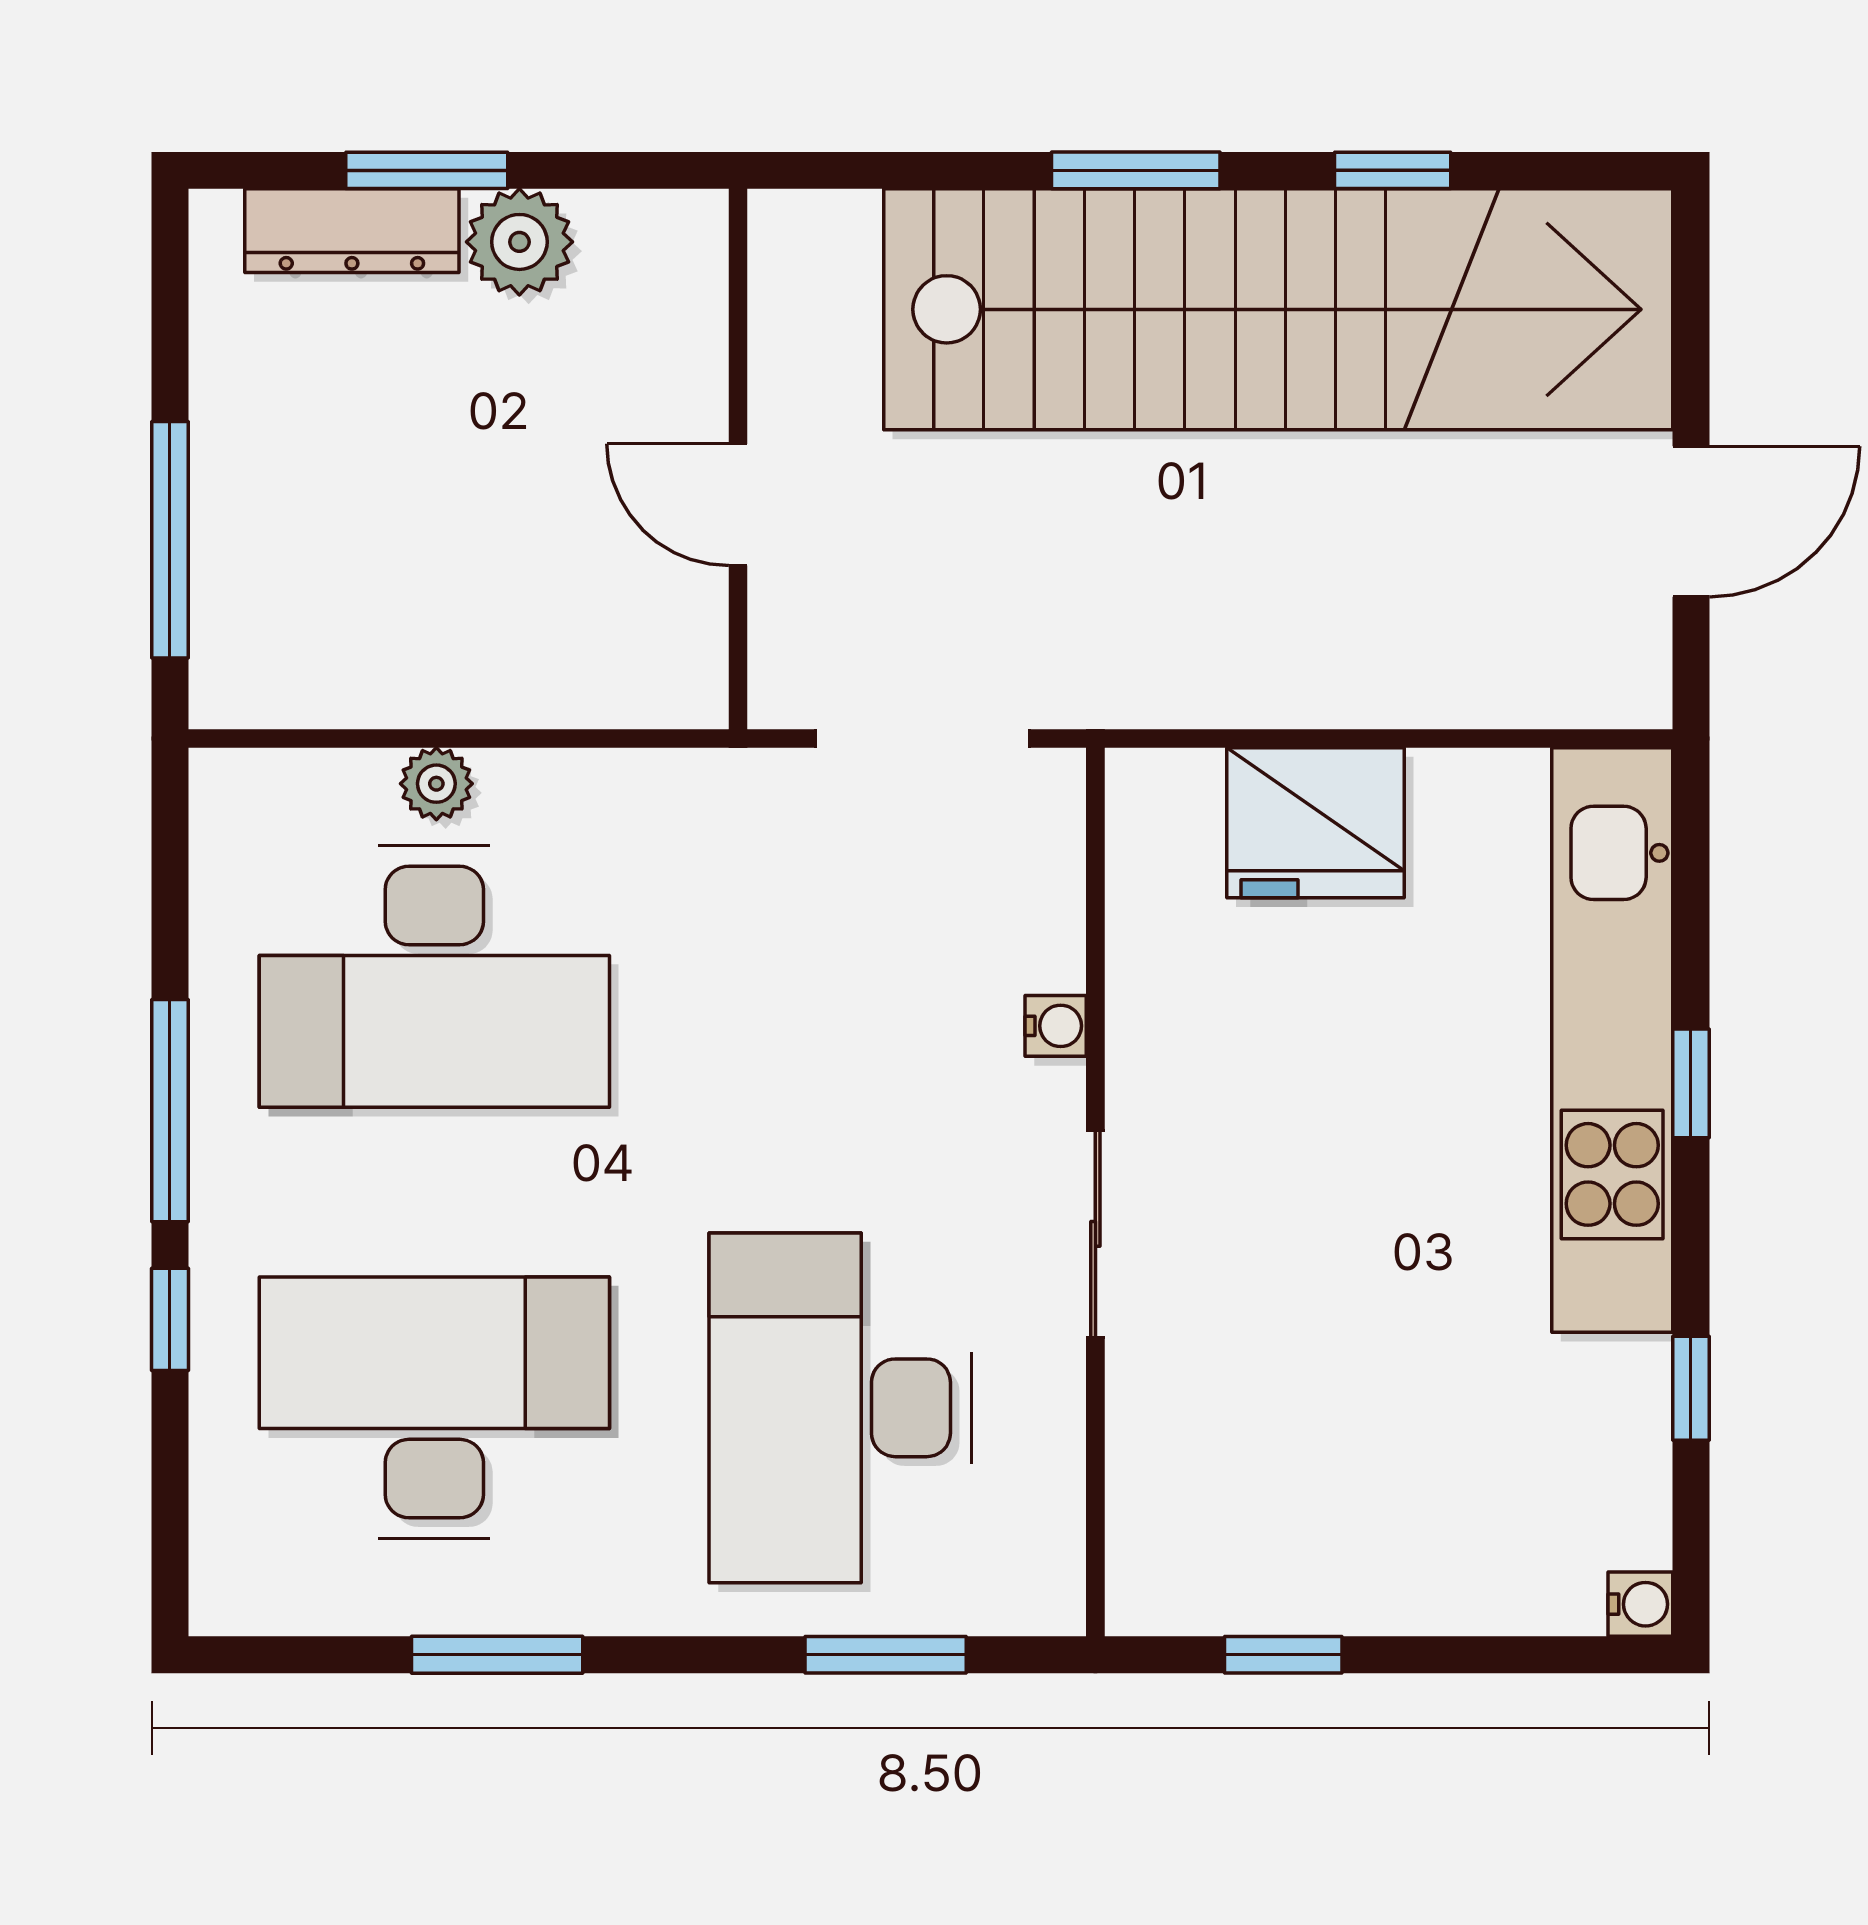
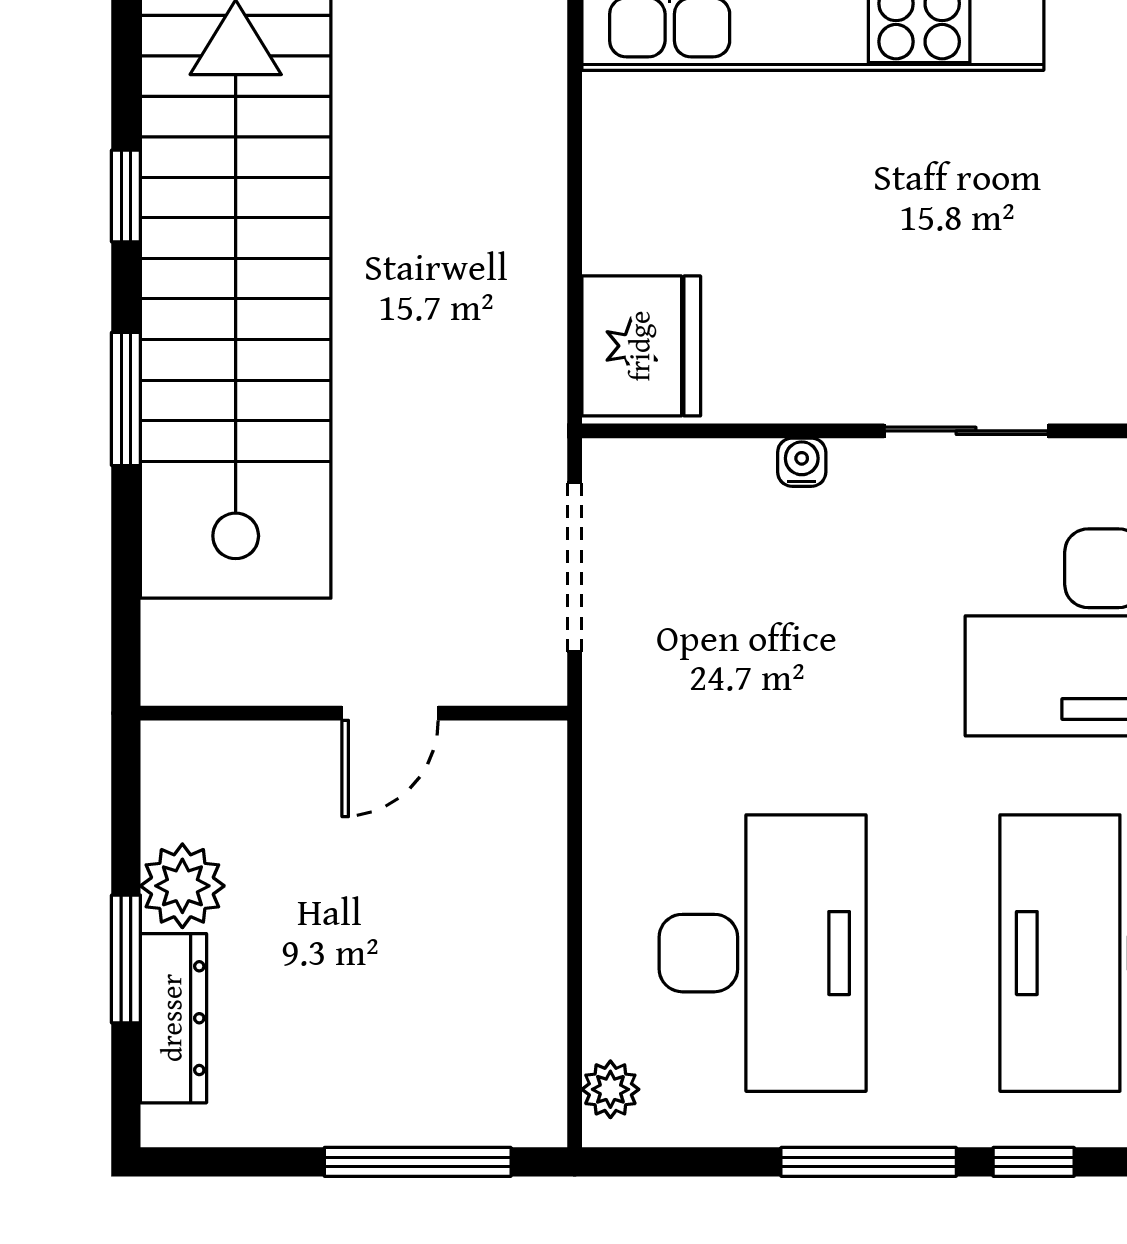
plant: (436, 784) -> (610, 1089), moved
fridge: (1316, 823) -> (641, 346), moved

